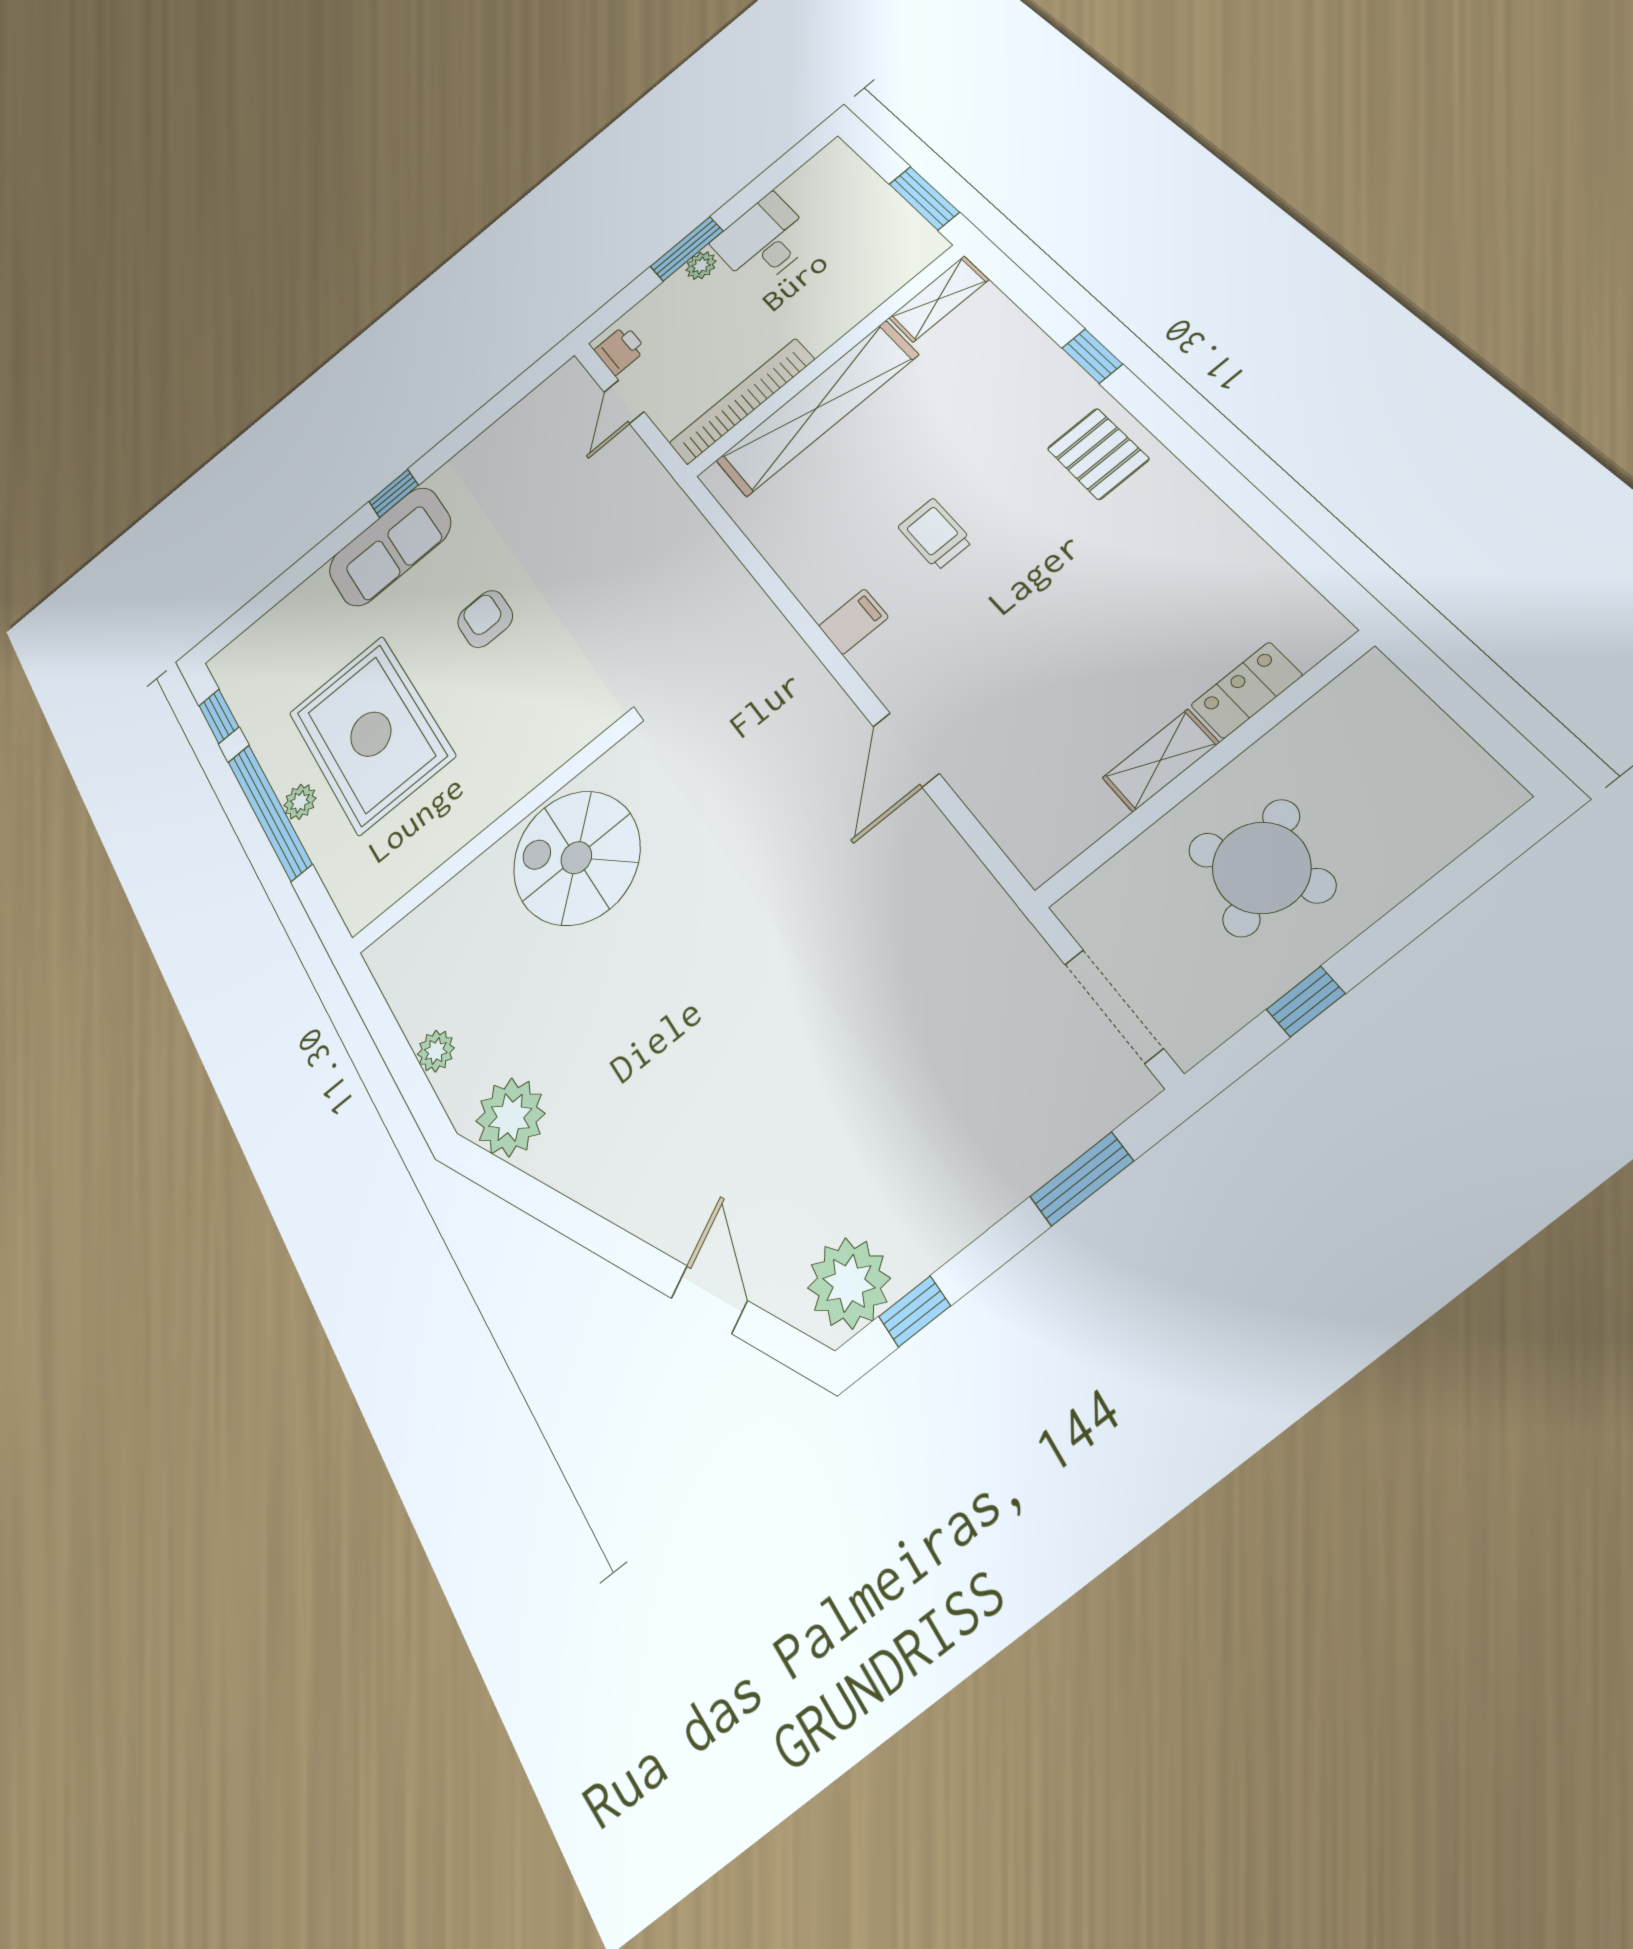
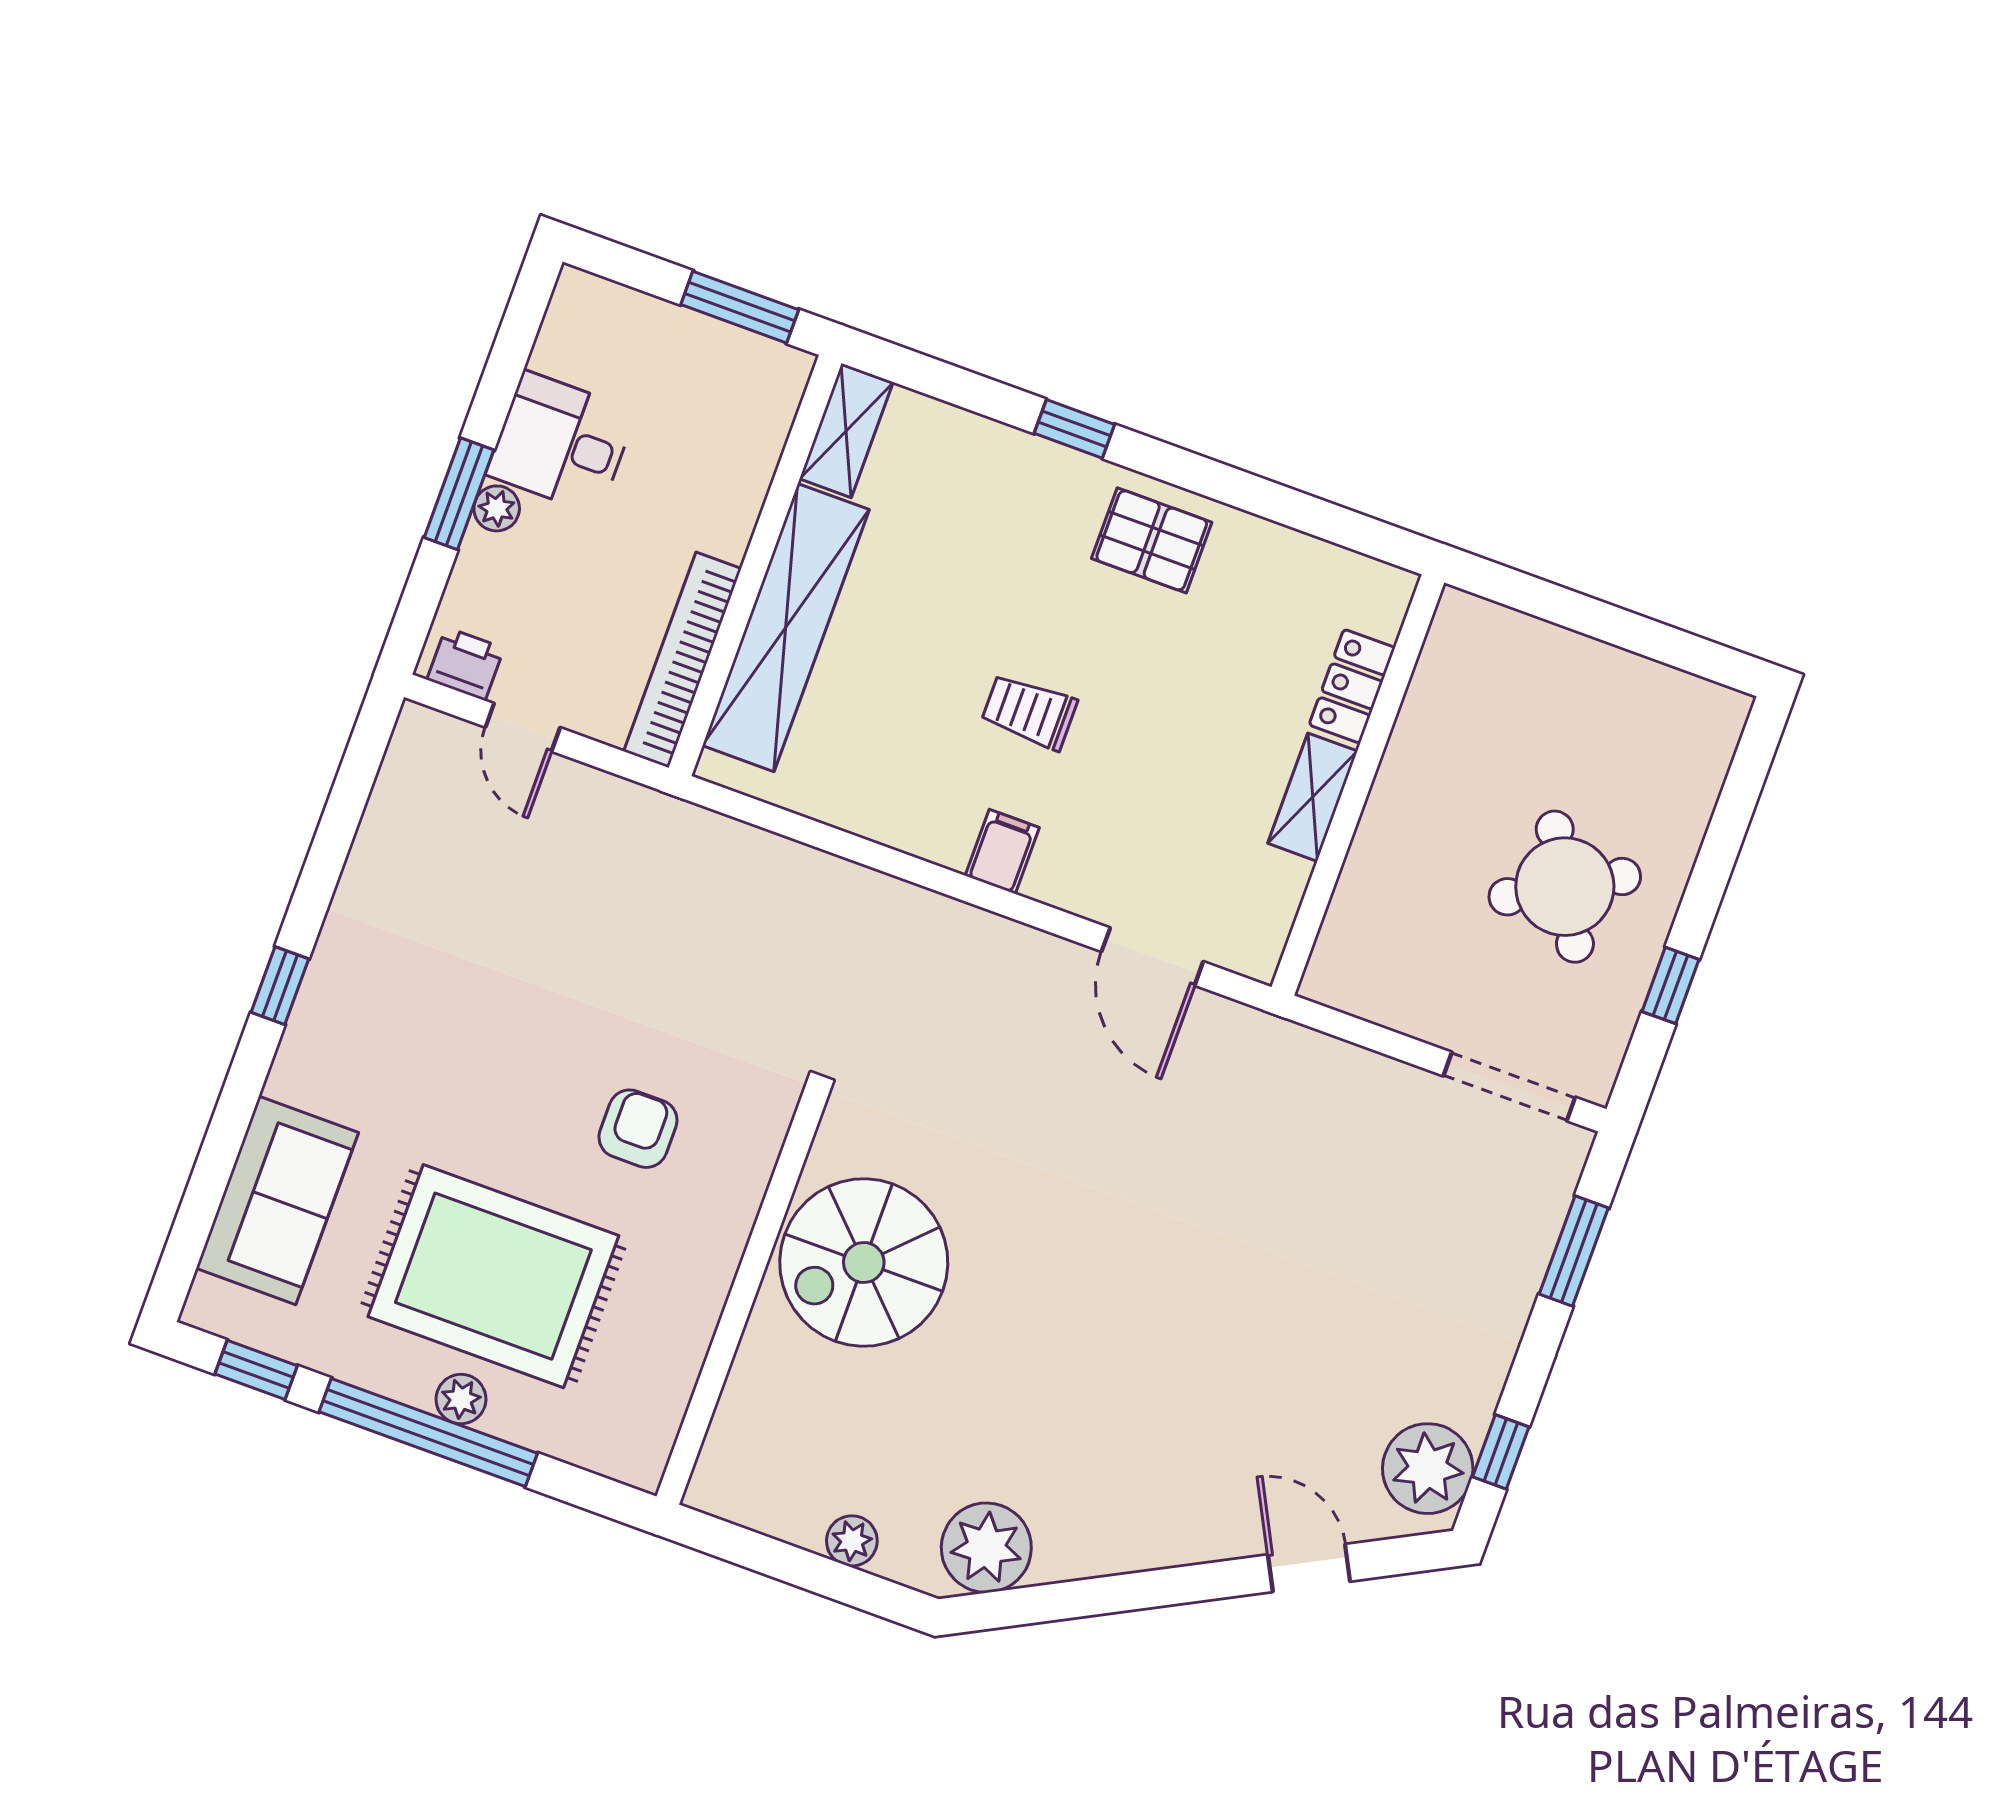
sofa: (390, 547) -> (277, 1200), moved
armchair: (485, 619) -> (638, 1129), moved, turned 90
locker: (1246, 690) -> (1352, 686), moved
shelving: (1160, 760) -> (1313, 797), moved
wall: (1203, 769) -> (1358, 785), moved

